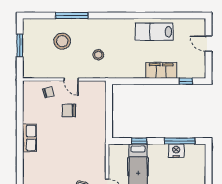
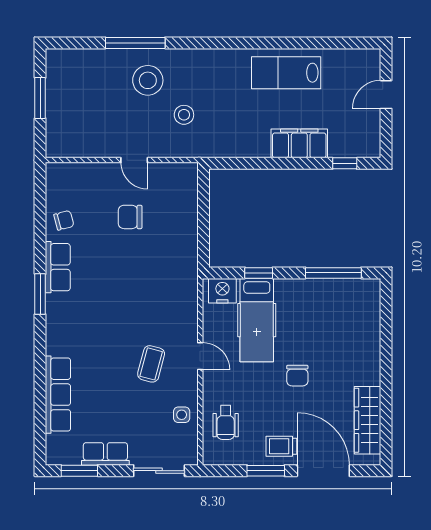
stool: (62, 41) -> (148, 80), moved
door: (209, 44) -> (386, 95), hinge flipped
chair: (48, 92) -> (64, 220), moved
nightstand: (176, 151) -> (222, 291), moved
window: (20, 153) -> (40, 294), added

